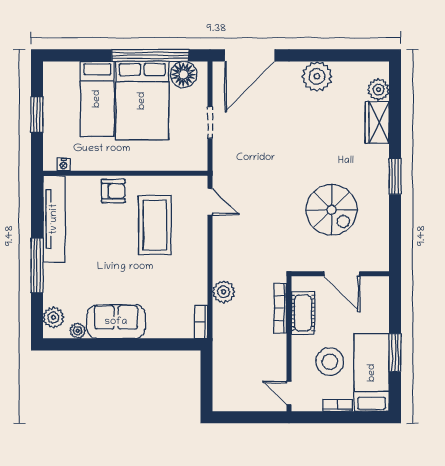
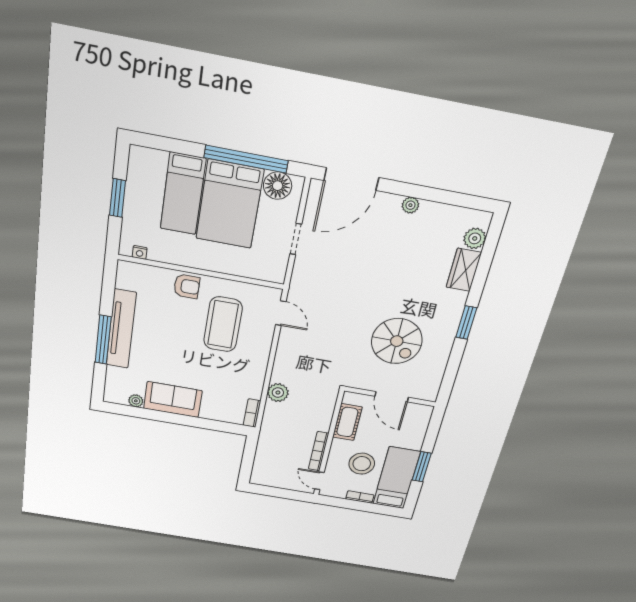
plant: (317, 76) -> (410, 205), width x0.53, depth x0.53
tv unit: (54, 219) -> (121, 329), moved
bookcase: (280, 308) -> (319, 451), moved
plant: (53, 318) -> (114, 386), removed

